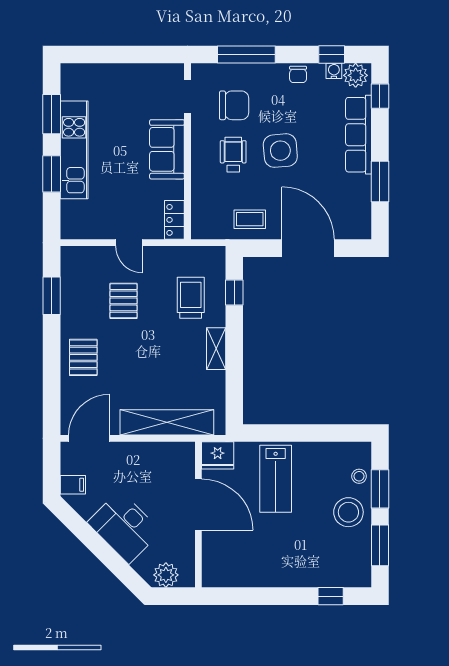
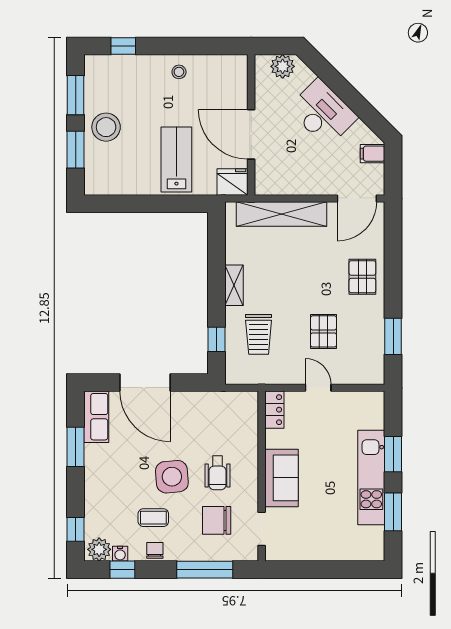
row of seats: (359, 135) -> (96, 417), moved, width x0.68
coffee table: (250, 219) -> (153, 518), moved
stool: (359, 476) -> (179, 72), moved

